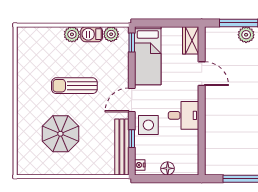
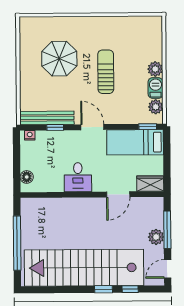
side table: (148, 125) -> (68, 143), removed
floor lamp: (168, 168) -> (27, 177), moved

